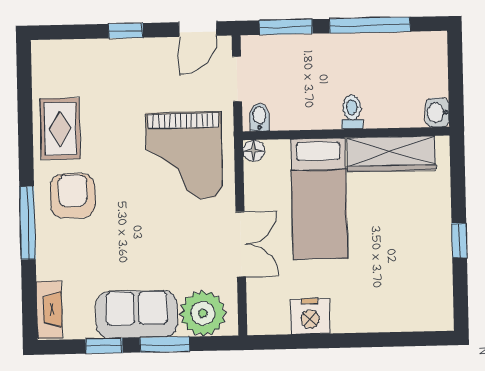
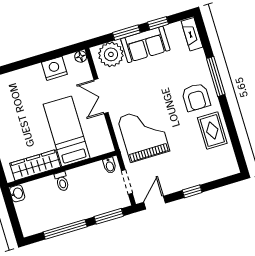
floor lamp: (254, 151) -> (81, 57), moved

